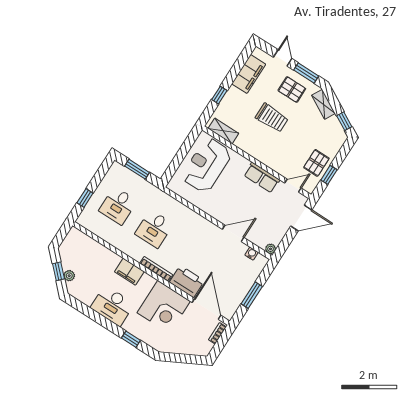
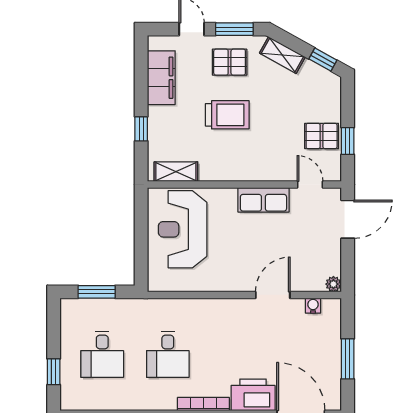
pallet: (316, 163) -> (322, 136), turned 90
door: (293, 186) -> (310, 184), hinge flipped

